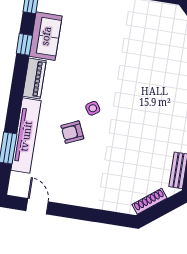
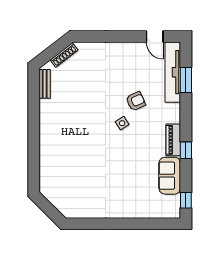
window: (24, 44) -> (186, 150), moved
tv unit: (26, 136) -> (173, 72), moved

